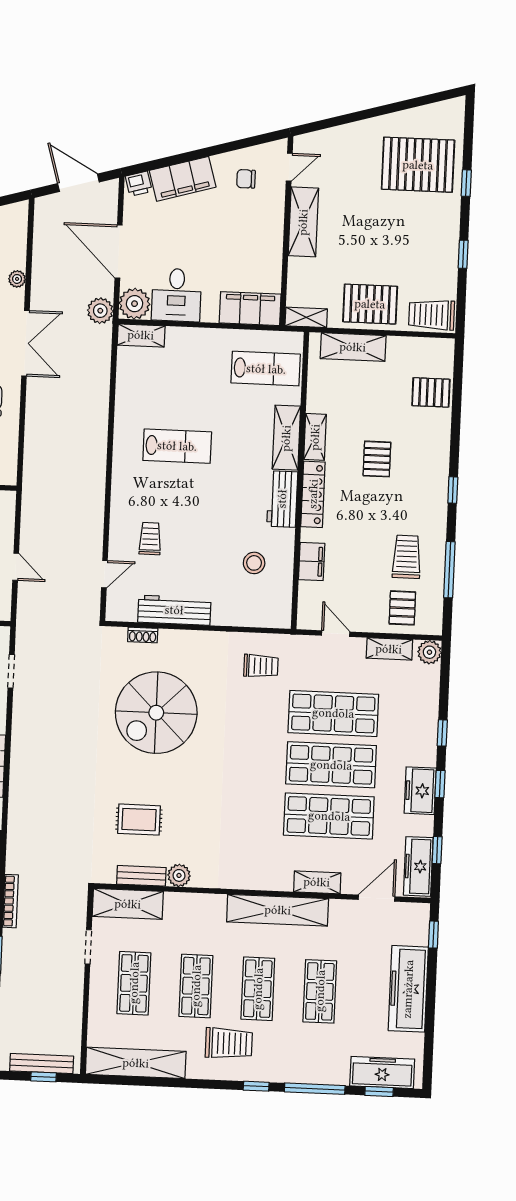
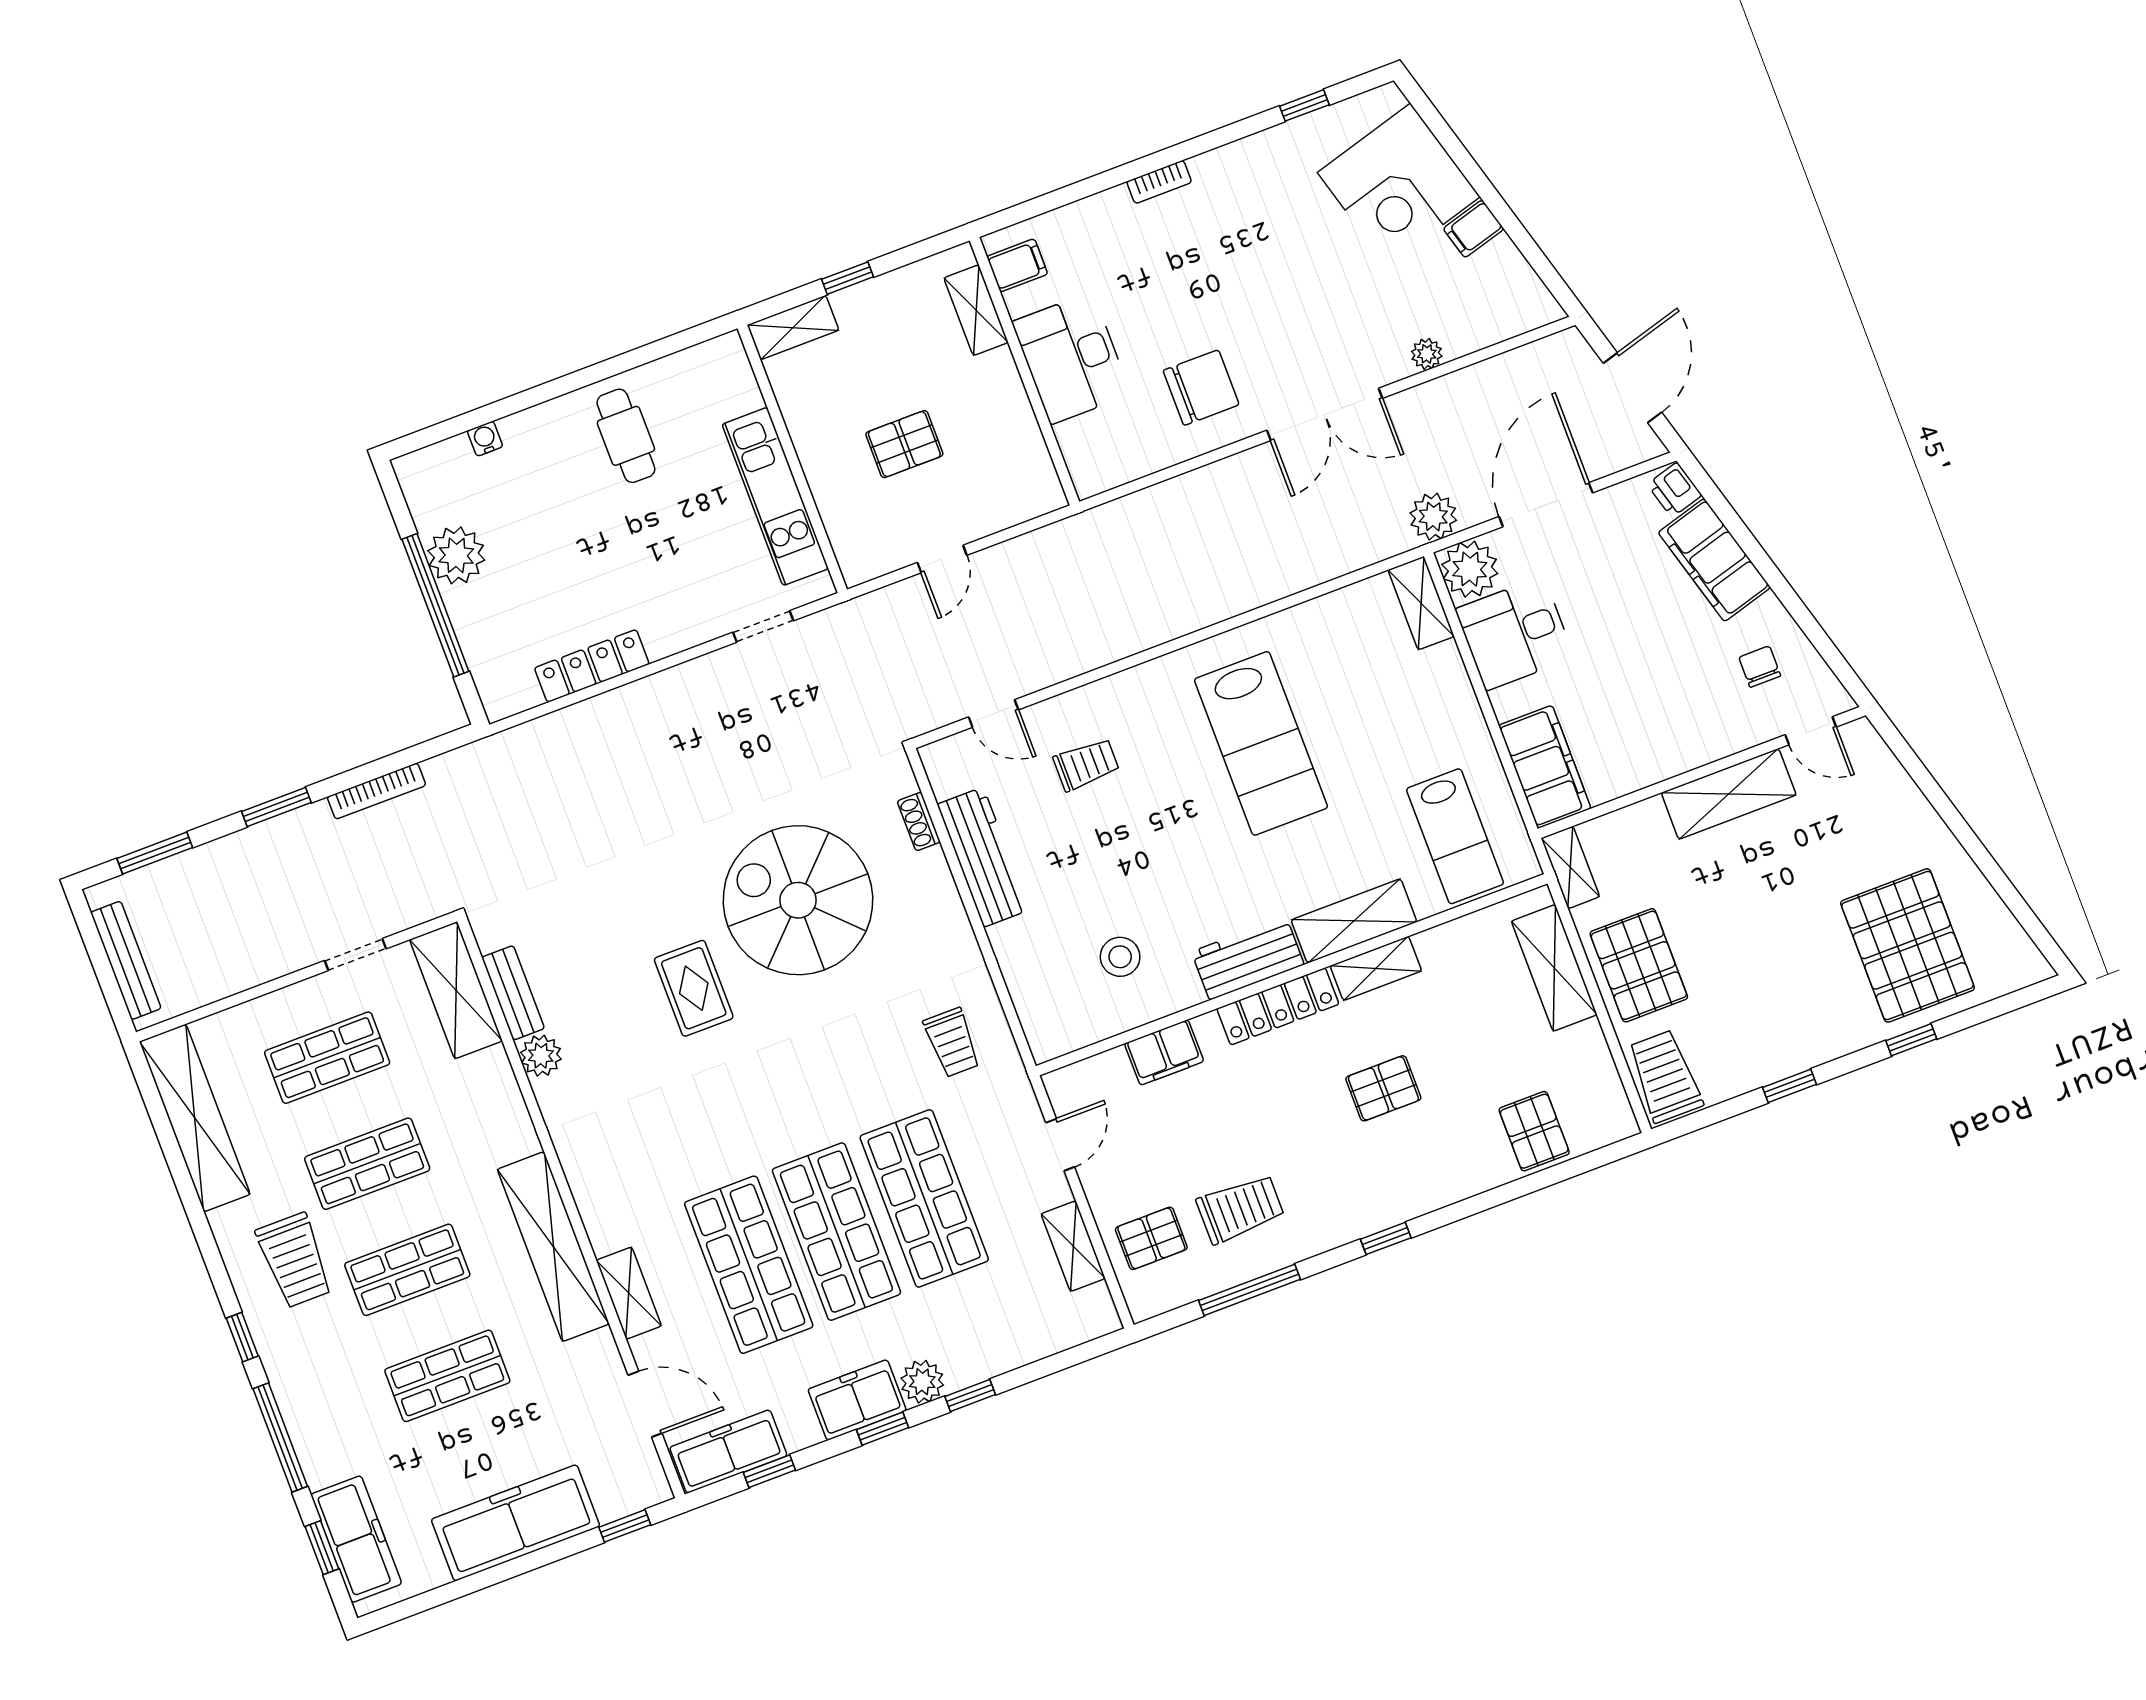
lab bench: (177, 446) -> (1261, 743), width x1.36, depth x1.39
plant: (429, 652) -> (922, 1382), moved
rug: (139, 820) -> (694, 988), moved
window: (44, 1077) -> (105, 973), removed

